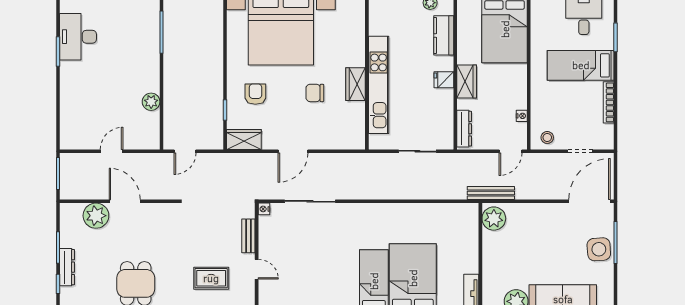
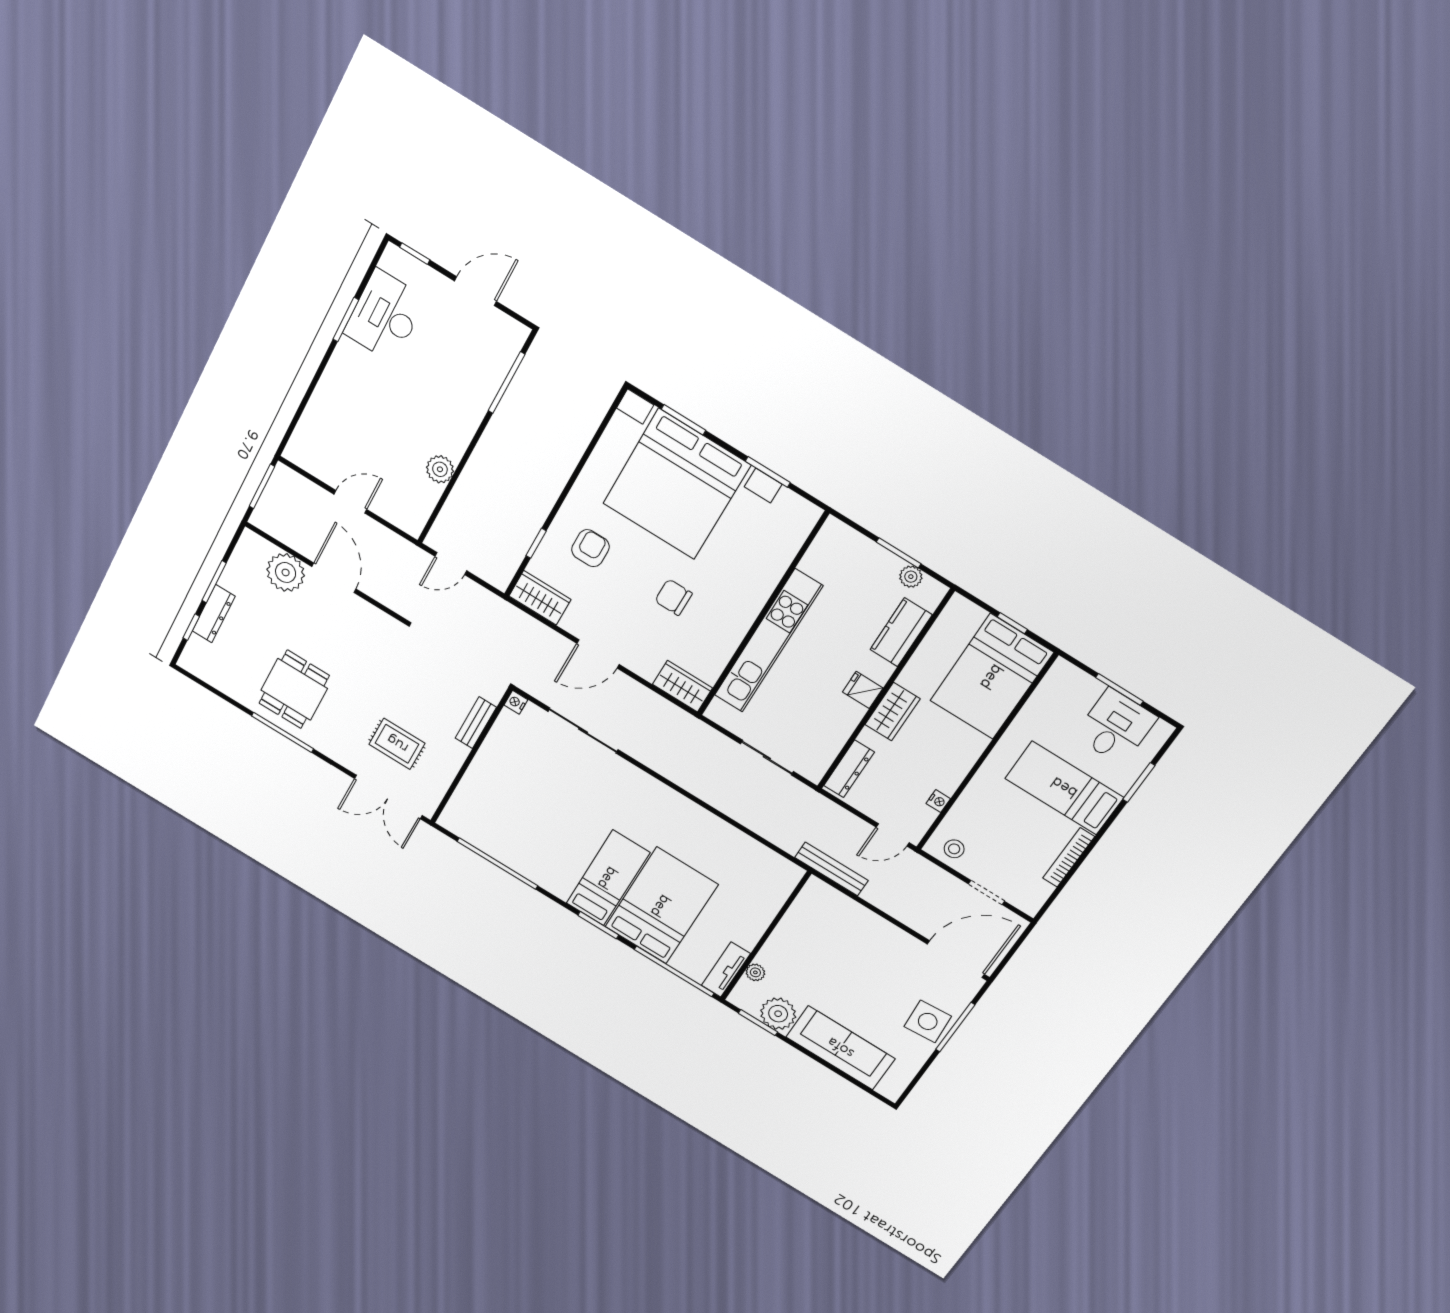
wardrobe: (356, 84) -> (683, 686), moved, turned 90
plant: (494, 219) -> (755, 972), moved, width x0.53, depth x0.53
door: (257, 269) -> (463, 770), removed

